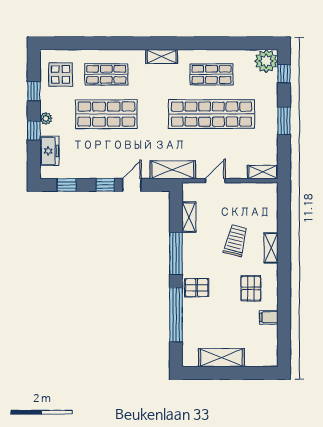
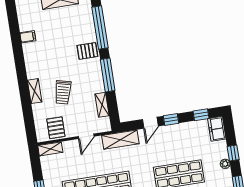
freezer: (50, 151) -> (217, 129), moved
pallet: (251, 288) -> (56, 128), moved

